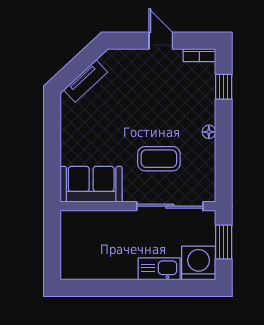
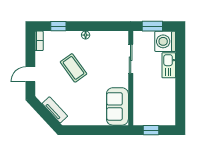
door: (161, 41) -> (30, 74), moved
coffee table: (159, 159) -> (74, 68), moved, turned -36
sliding door: (170, 206) -> (131, 59), width x0.73
window: (52, 240) -> (151, 130), added

